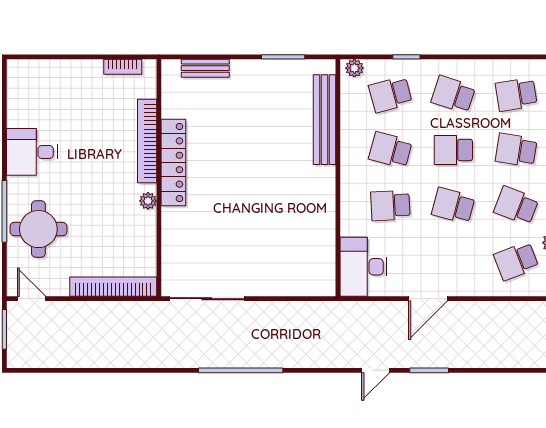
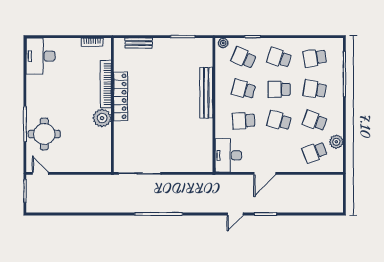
school desk: (390, 94) -> (243, 58), turned 39
bench: (325, 120) -> (206, 93), moved
desk: (32, 152) -> (41, 56), moved, width x1.37
plant: (148, 201) -> (102, 118), width x1.88, depth x1.88
bookcase: (113, 287) -> (87, 167), removed

